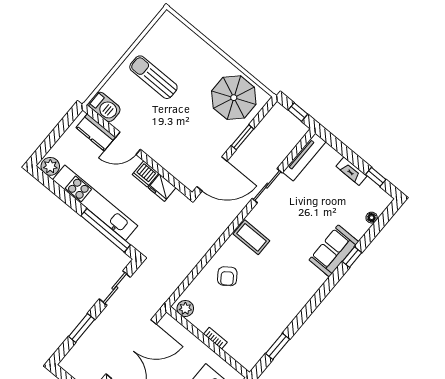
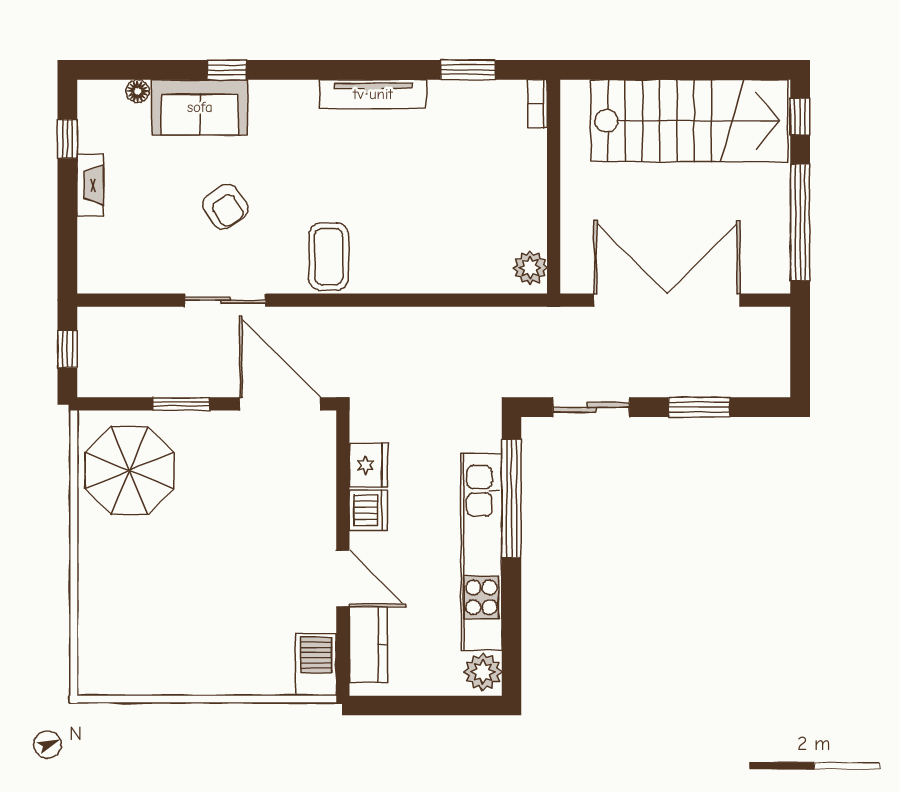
sun lounger: (153, 77) -> (204, 626), removed
tv unit: (304, 157) -> (373, 94), moved, turned 180
sofa: (334, 251) -> (200, 107), moved
armchair: (227, 276) -> (225, 207), moved, turned 92
bookcase: (215, 338) -> (537, 104), moved

